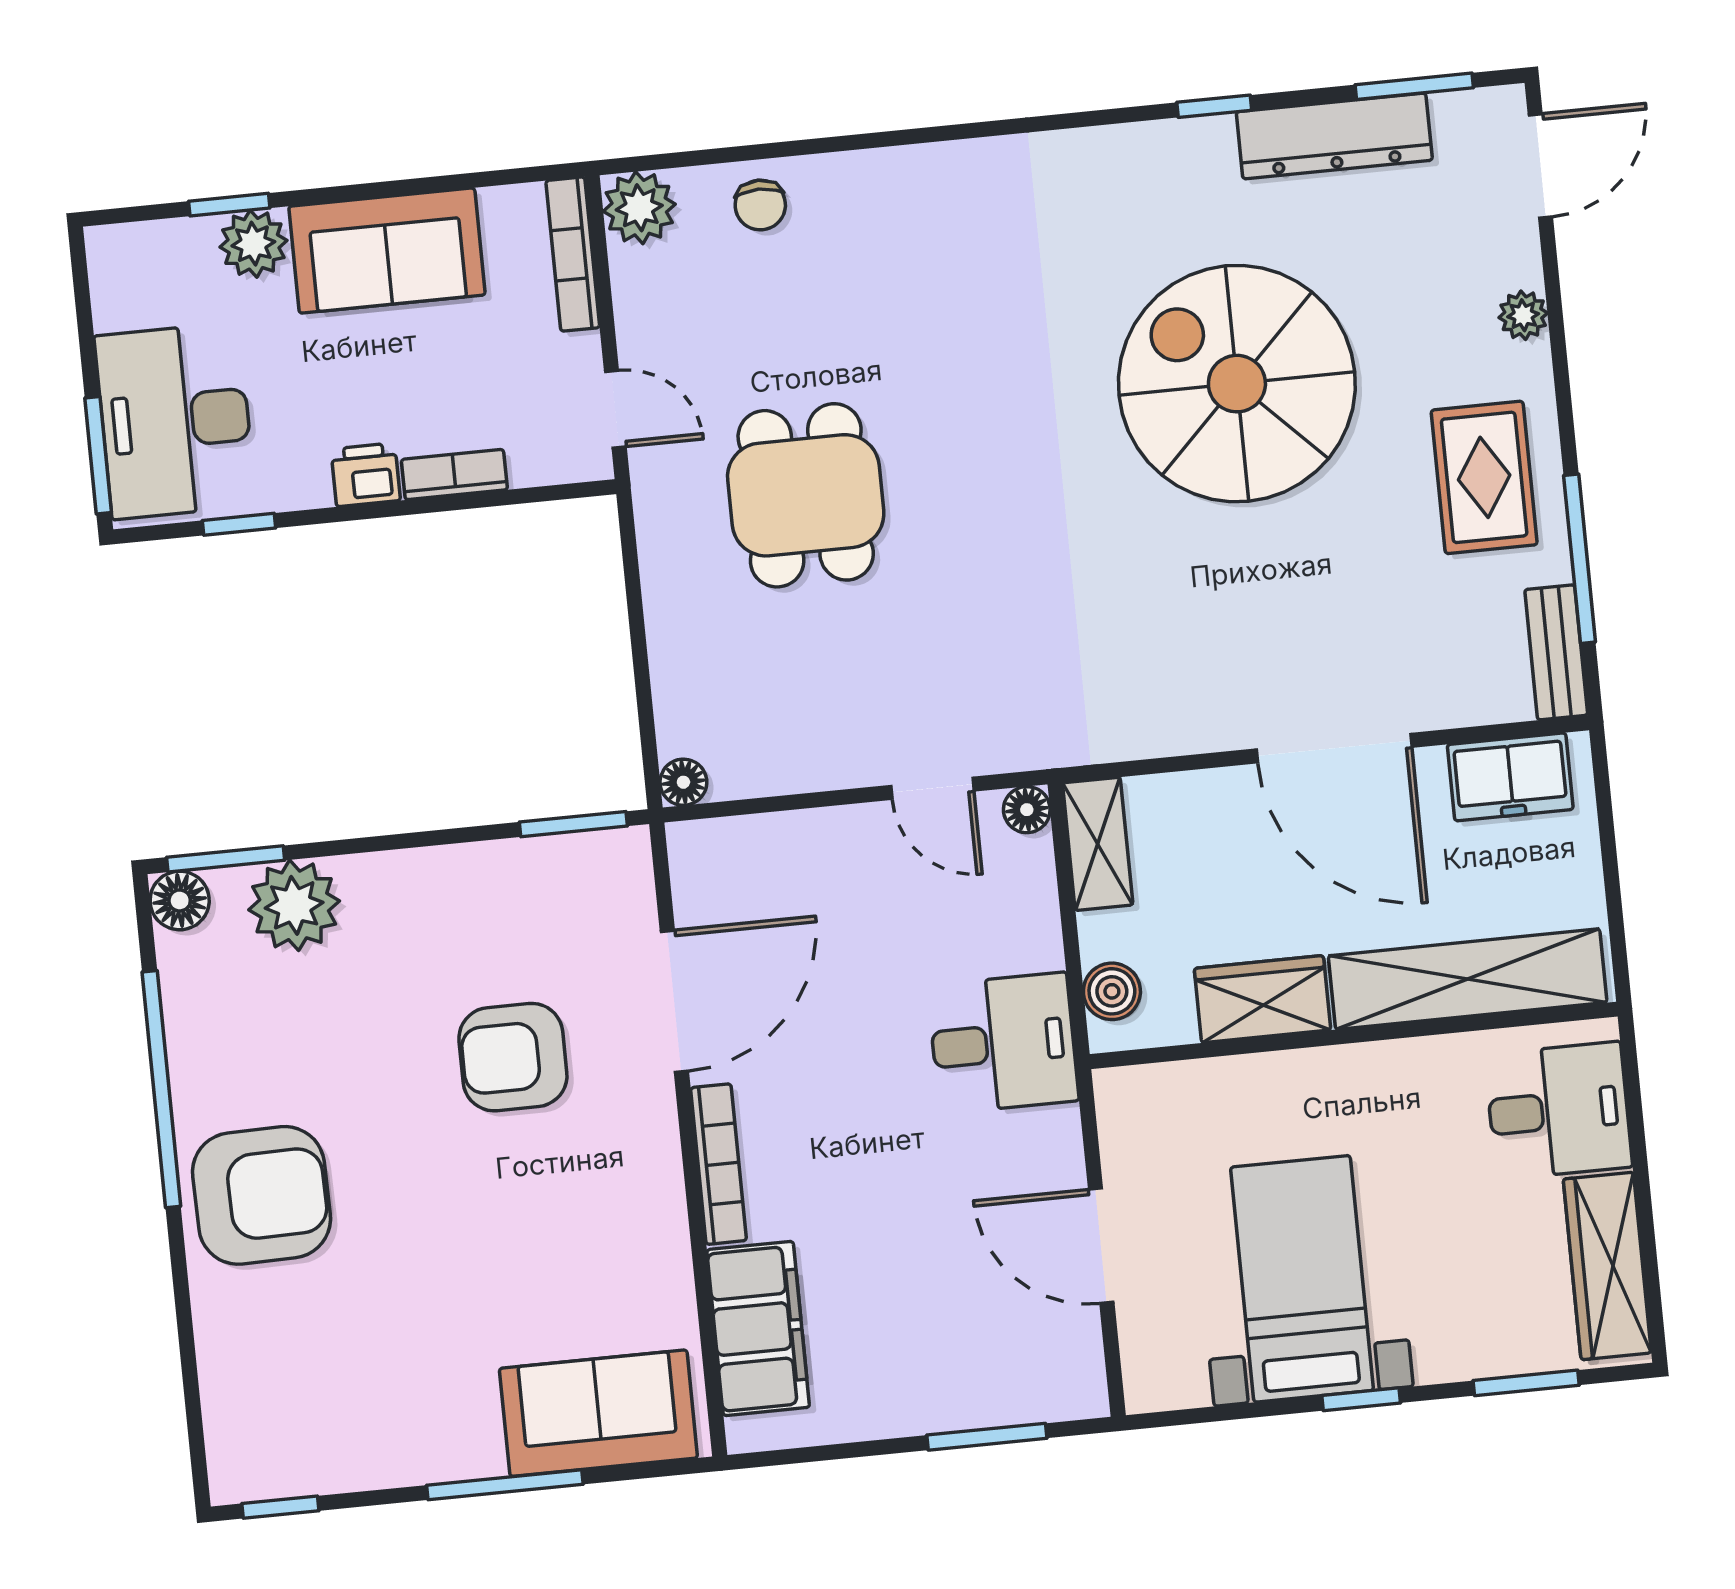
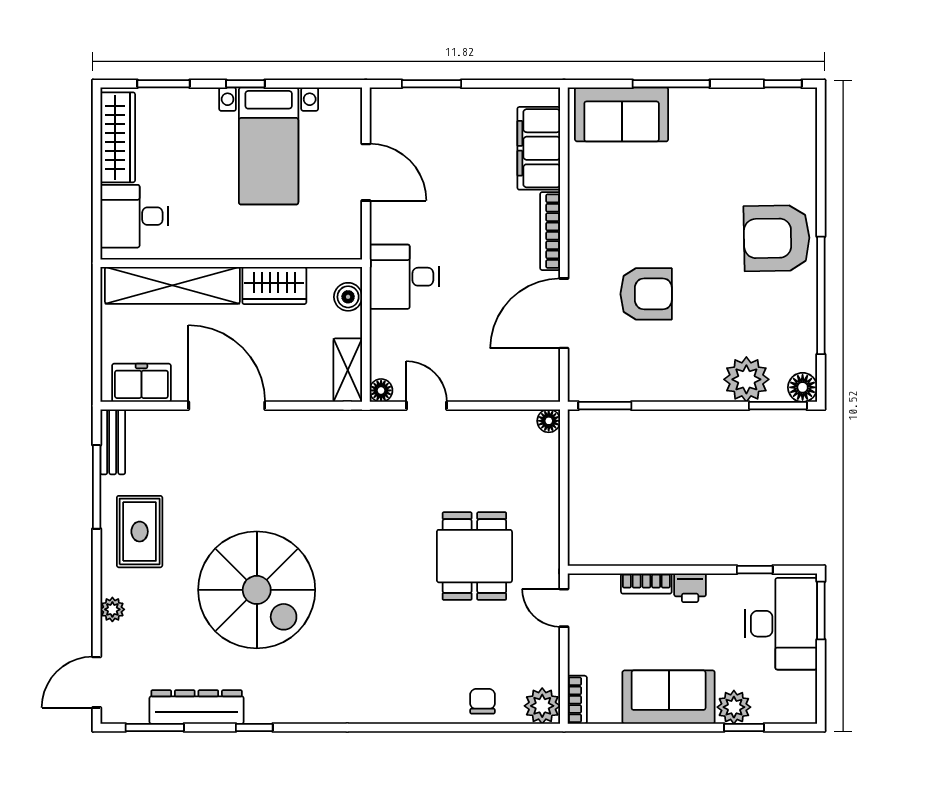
bookcase: (573, 254) -> (577, 700), width x0.64

